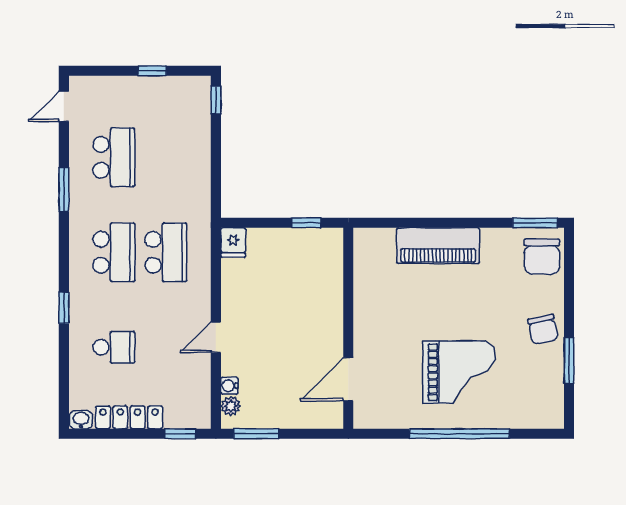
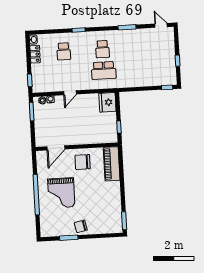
school desk: (114, 157) -> (141, 47), removed
fridge: (233, 243) -> (107, 102), width x1.88, depth x1.34
piano: (438, 246) -> (112, 164), moved
school desk: (114, 252) -> (102, 49), width x0.54
chair: (542, 257) -> (83, 162), moved
door: (216, 337) -> (70, 93), swing flipped
door: (348, 379) -> (56, 148), swing flipped
locker: (129, 417) -> (35, 54), width x0.66

